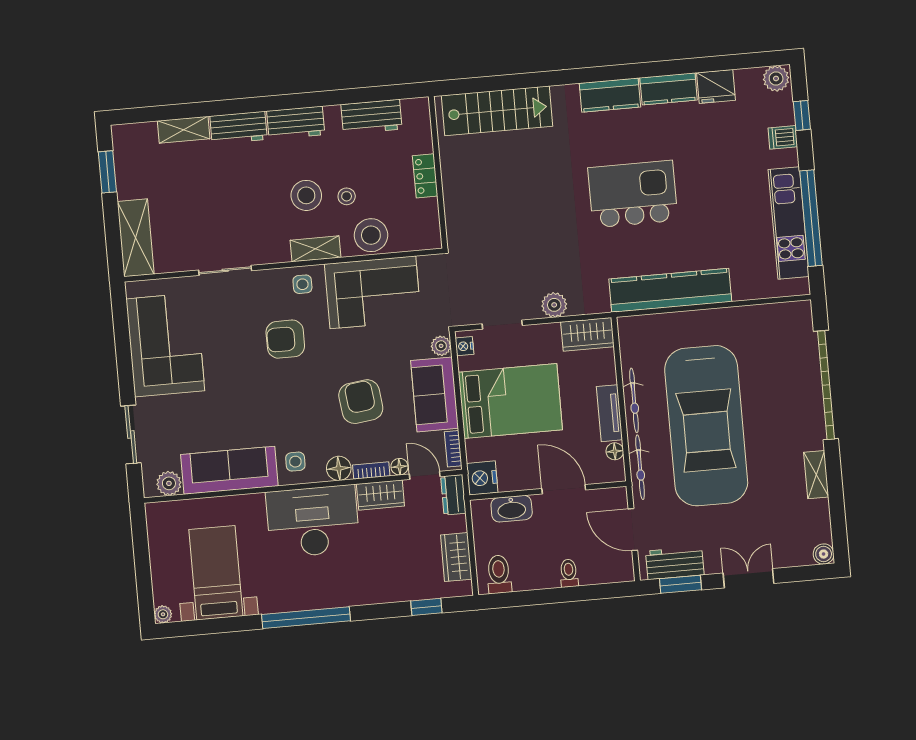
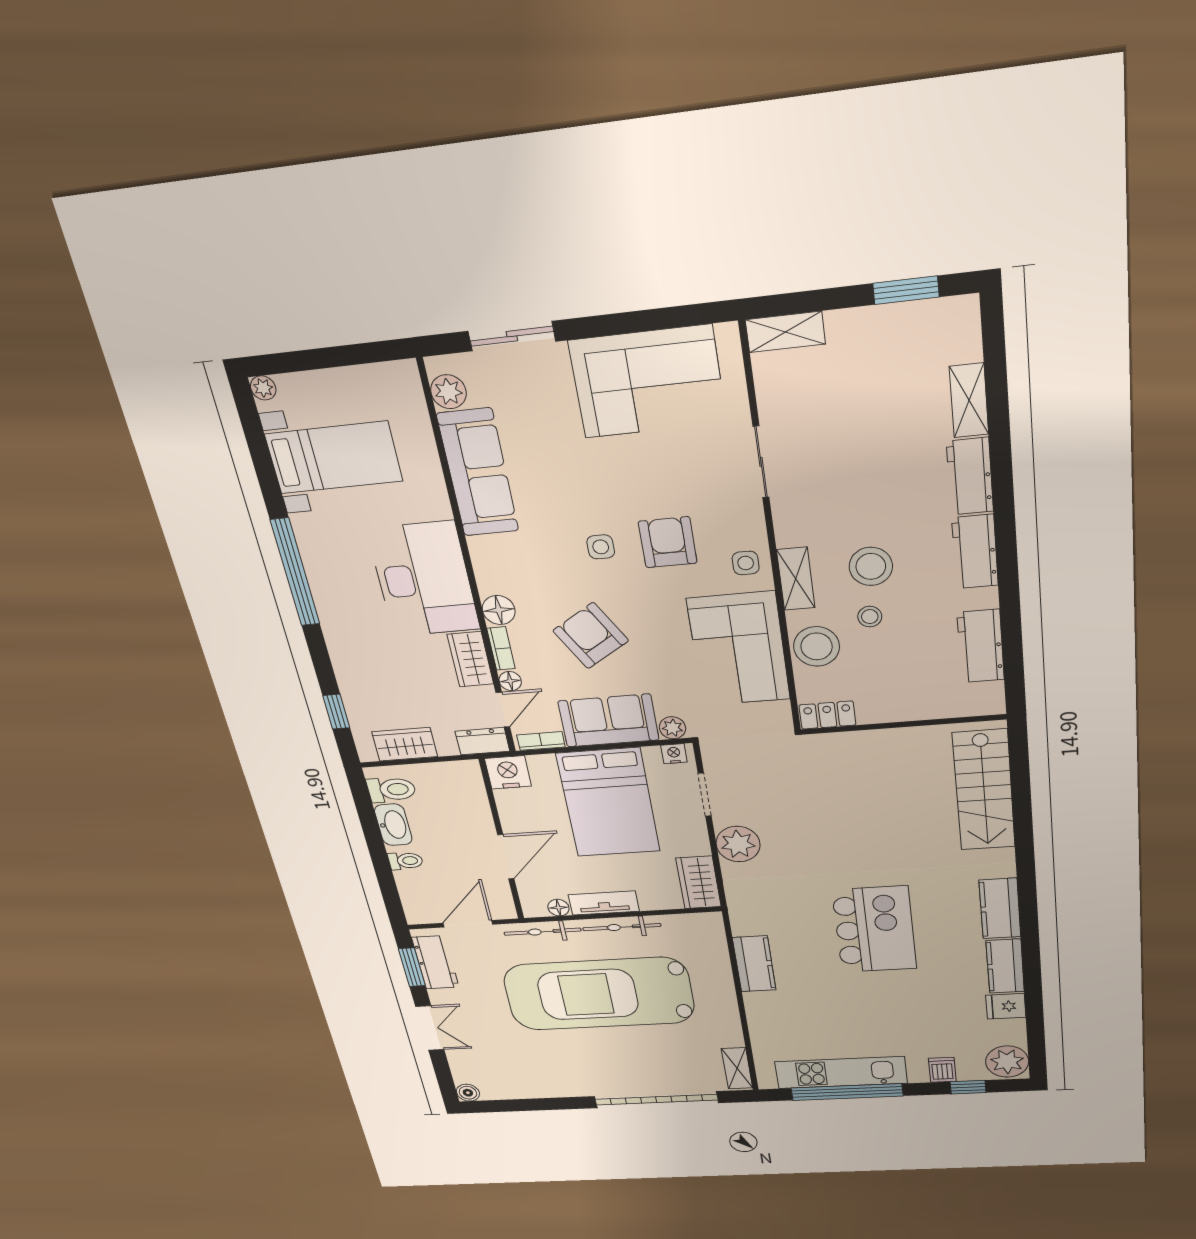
plant: (776, 78) -> (1007, 1062), width x1.36, depth x1.36
fridge: (716, 86) -> (1006, 1006), width x0.72
locker: (425, 176) -> (827, 715), moved
shelving: (136, 238) -> (785, 332), width x0.67, depth x0.75
kitchen counter: (670, 290) -> (754, 964), width x0.48, depth x0.86
plant: (554, 305) -> (738, 844), width x1.36, depth x1.36
armchair: (361, 402) -> (591, 636), turned -114
side table: (295, 462) -> (601, 547), moved
shelving: (816, 475) -> (737, 1068), moved, turned 90
washbasin: (512, 509) -> (393, 825), moved, turned 180

